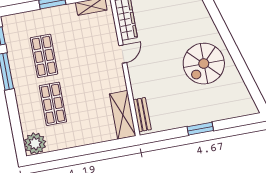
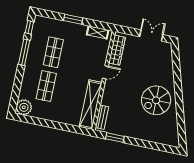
shelving: (123, 115) -> (91, 105), width x1.47
window: (200, 129) -> (115, 138), moved

